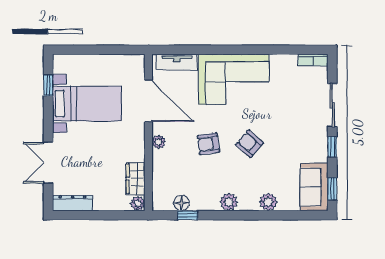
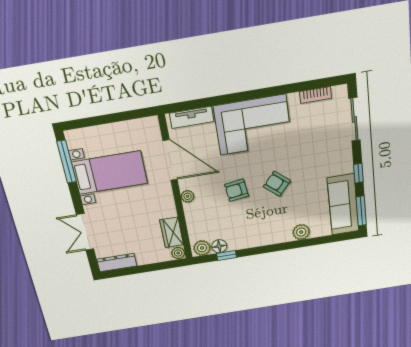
bookcase: (313, 60) -> (315, 95), moved
window: (48, 85) -> (67, 162), width x2.17
sliding door: (332, 105) -> (354, 119), moved
sofa: (314, 187) -> (343, 205), width x1.36
window: (332, 189) -> (361, 211), width x1.50
plant: (229, 202) -> (202, 248), moved

